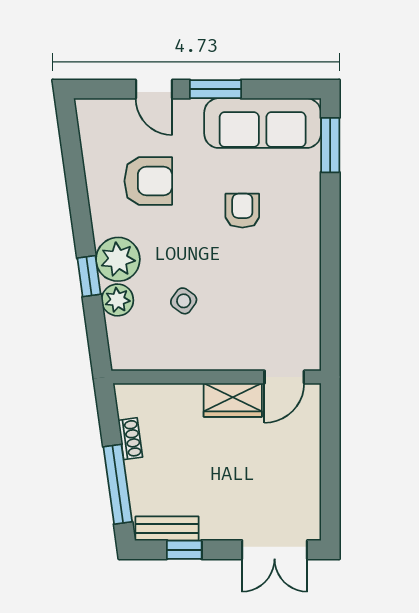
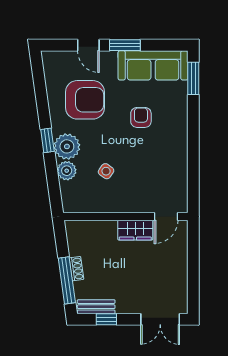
armchair: (148, 181) -> (85, 100), width x1.36, depth x1.36
window: (89, 276) -> (47, 140), moved
shoe rack: (130, 439) -> (76, 269), moved

